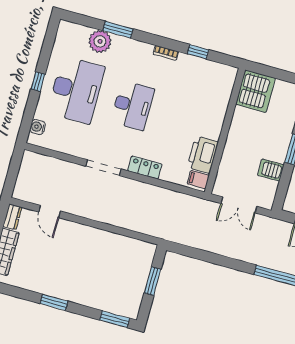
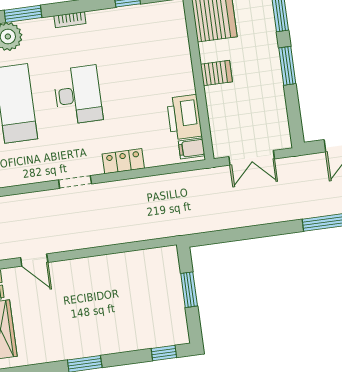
bookcase: (166, 53) -> (70, 20), moved
doorway: (103, 168) -> (75, 182), width x0.73
server rack: (271, 170) -> (216, 73), moved, turned 180
window: (115, 319) -> (164, 353), width x0.67

